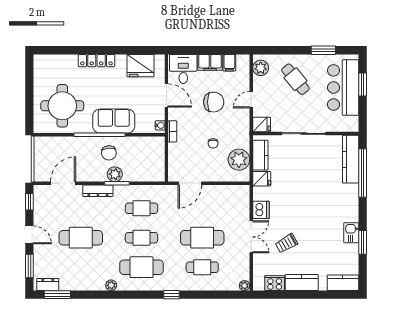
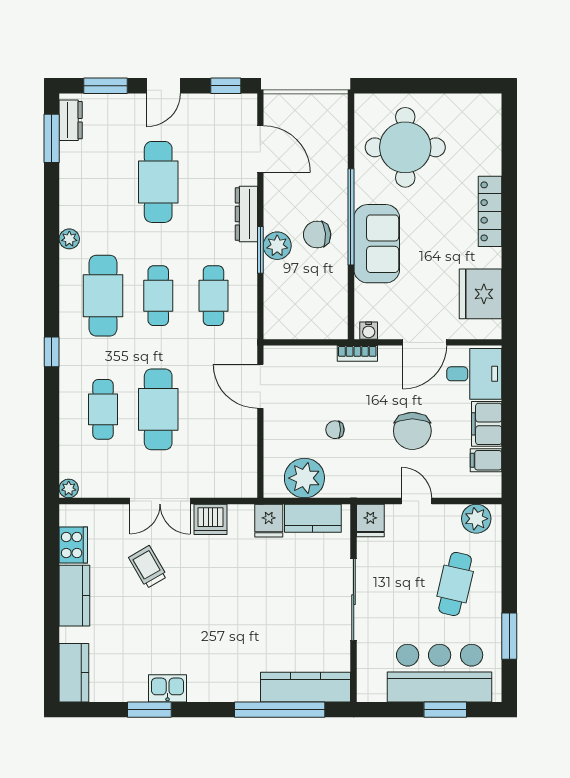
cafe table: (295, 79) -> (455, 584), turned -38

